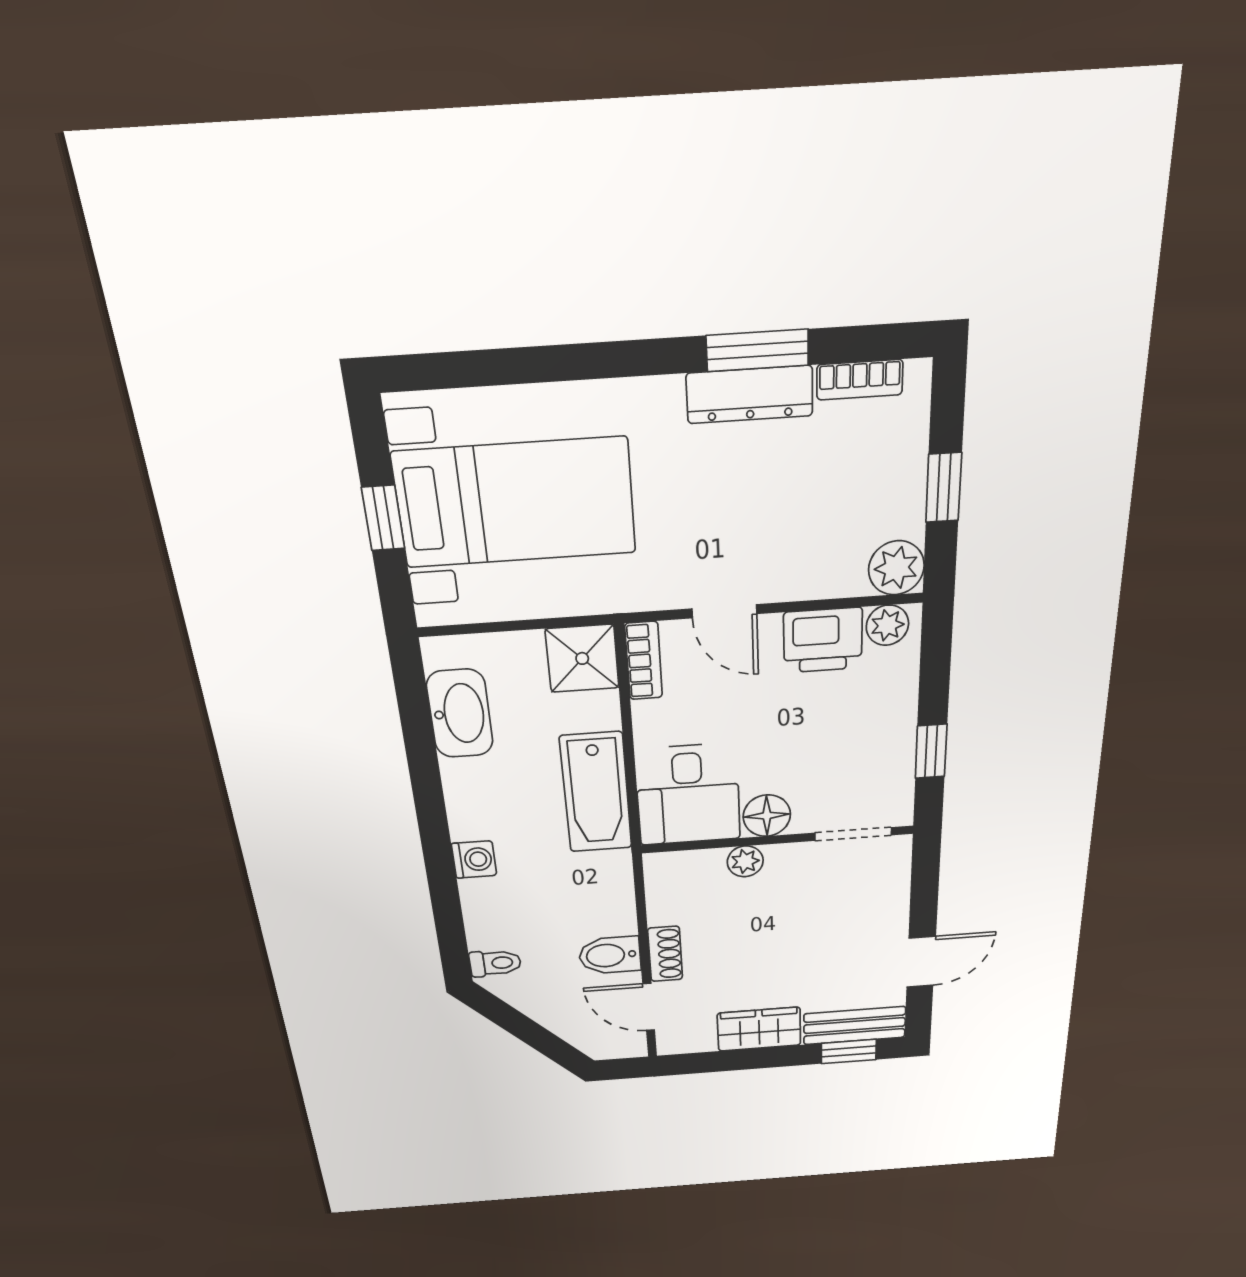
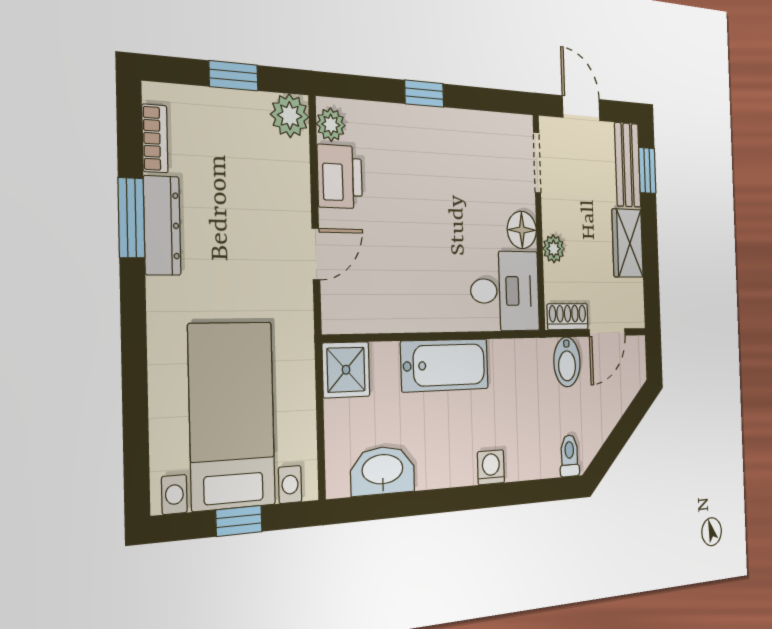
bookcase: (644, 661) -> (349, 321), removed
desk: (688, 795) -> (505, 291), moved
floor lamp: (767, 816) -> (522, 230), moved
doorway: (853, 834) -> (537, 163), moved
wall: (778, 839) -> (539, 222), moved
plant: (745, 861) -> (554, 249), moved

